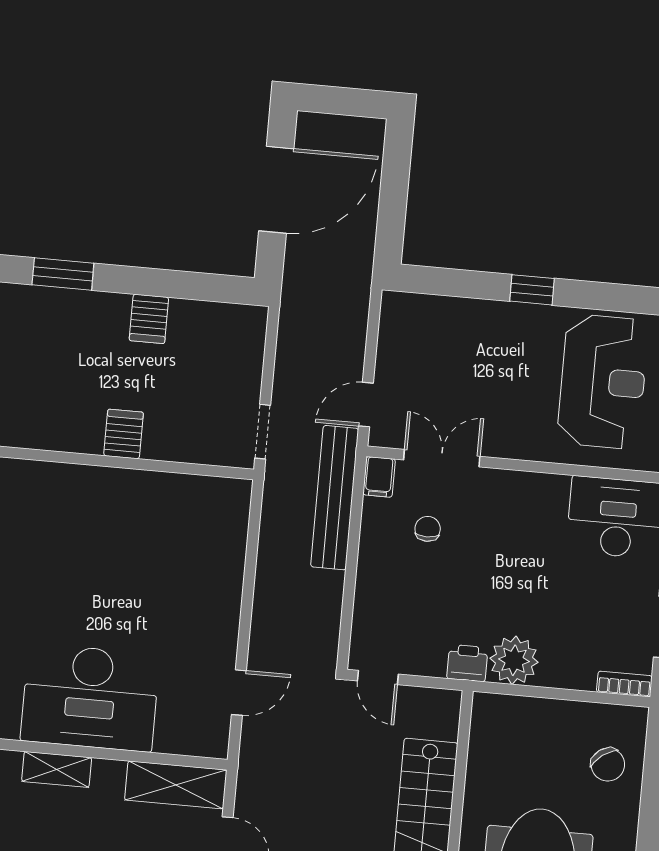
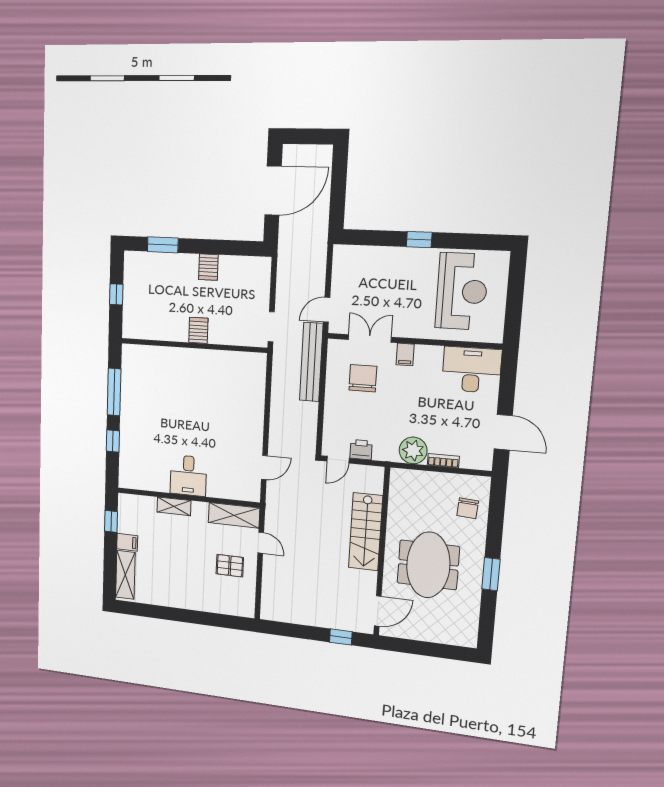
filing cabinet: (379, 477) -> (405, 354), moved
chair: (428, 529) -> (363, 378), width x1.87, depth x1.87
printer: (467, 663) -> (361, 450), moved
door: (378, 677) -> (338, 460), hinge flipped
bookcase: (624, 684) -> (443, 461), moved
desk: (90, 697) -> (188, 476), width x0.53, depth x0.77
chair: (608, 765) -> (468, 508), turned 40

